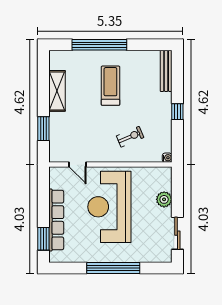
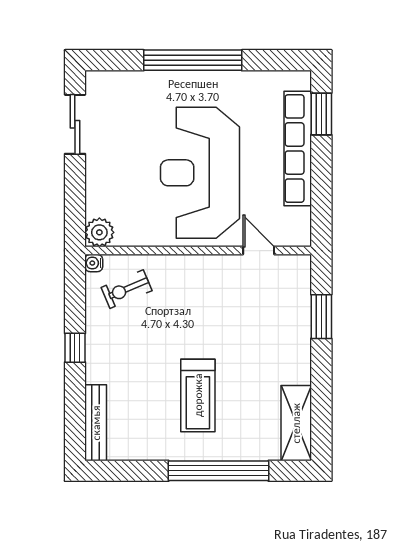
shelving: (57, 91) -> (296, 423), moved
exercise bike: (130, 137) -> (127, 289), moved
plant: (164, 199) -> (99, 232), moved
reception desk: (109, 207) -> (200, 173), turned 180

